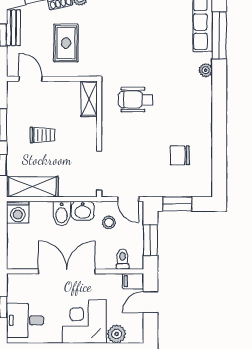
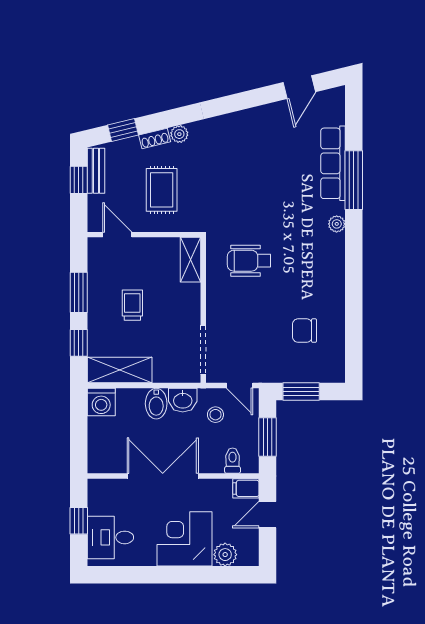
trolley: (43, 135) -> (132, 305), turned -90

